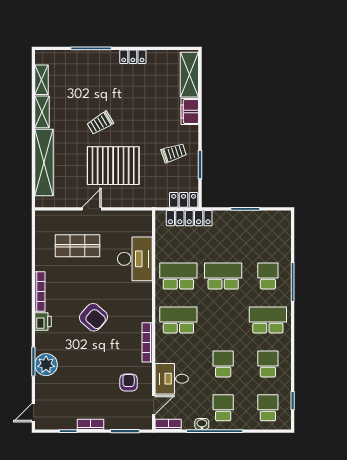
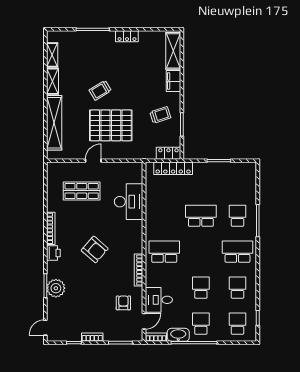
school desk: (178, 276) -> (164, 216), removed
washbasin: (202, 424) -> (178, 335), width x1.91, depth x1.45

